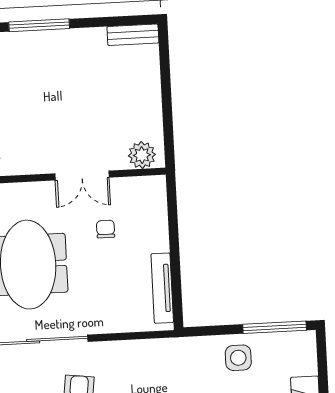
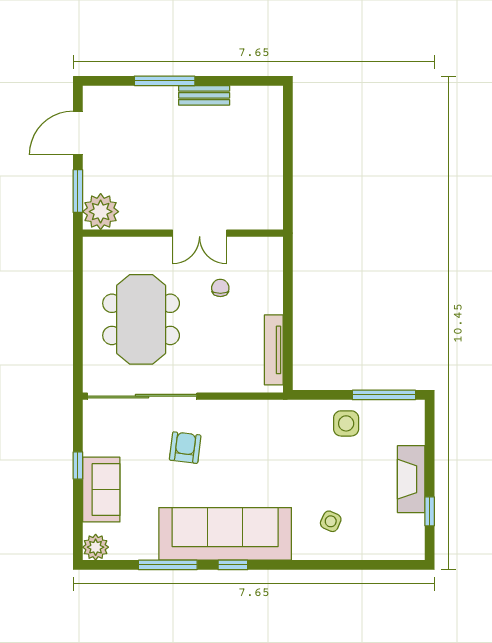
bench: (133, 35) -> (204, 95), moved
plant: (142, 155) -> (260, 216), removed

